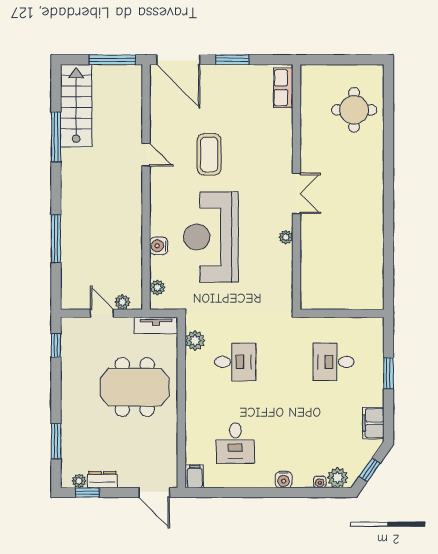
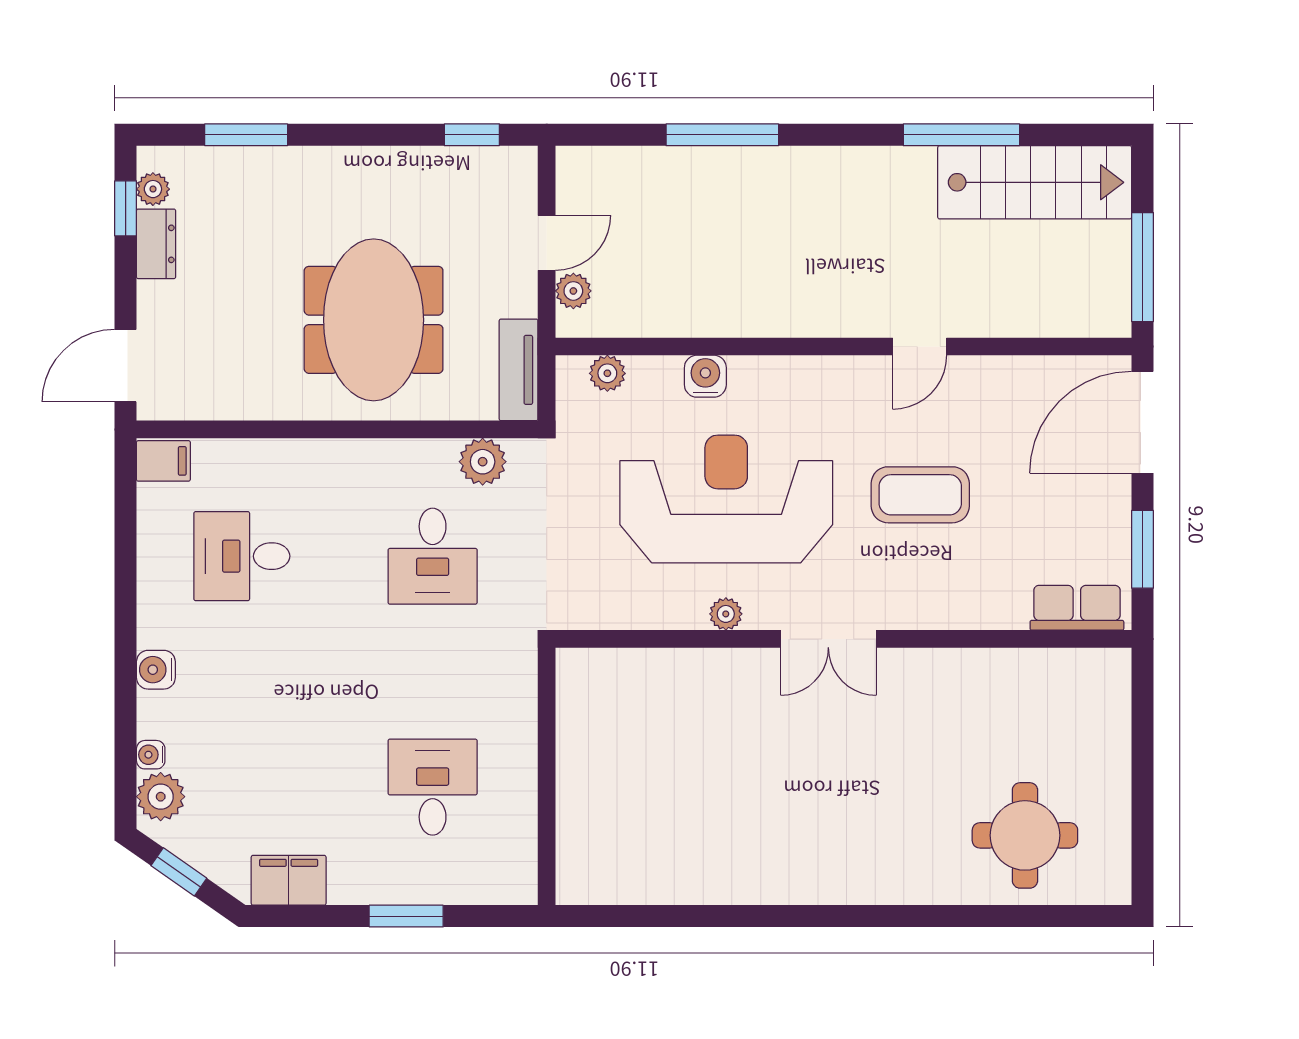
row of seats: (283, 88) -> (1077, 608), moved
wall: (296, 187) -> (844, 639), moved
double door: (296, 193) -> (828, 639), moved
plant: (286, 237) -> (726, 614), moved

